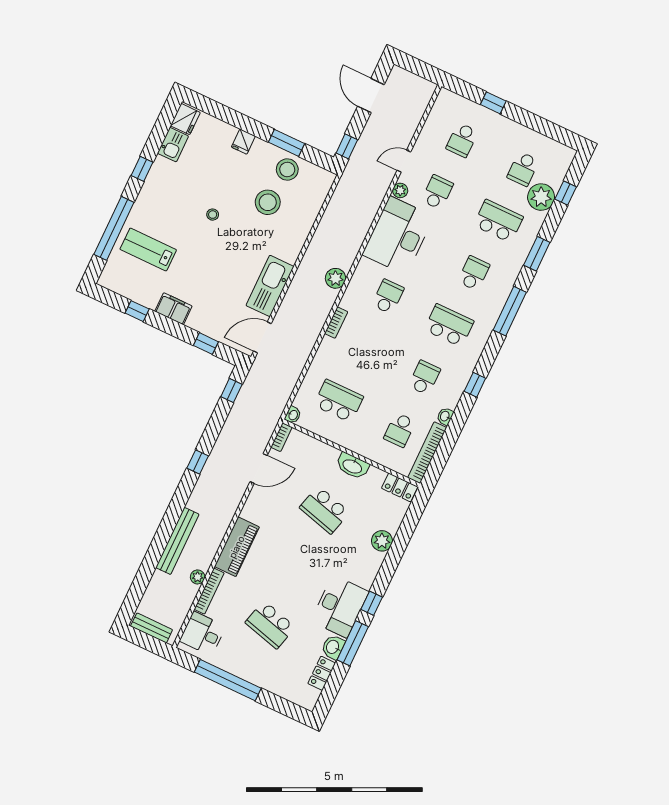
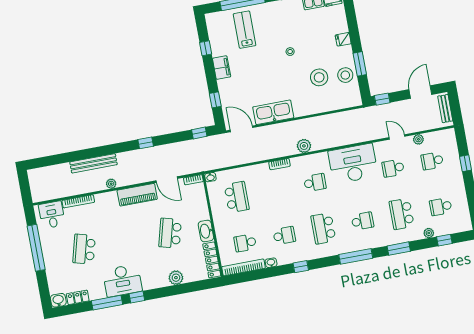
plant: (400, 190) -> (418, 139), moved
school desk: (437, 192) -> (393, 168), turned 180
plant: (541, 197) -> (429, 233), width x0.53, depth x0.53
school desk: (498, 221) -> (402, 214), turned 180
school desk: (449, 325) -> (323, 228), turned 180
locker: (400, 487) -> (212, 260), width x1.53
piano: (237, 547) -> (137, 195), moved
plant: (198, 577) -> (111, 184), moved
bench: (152, 628) -> (445, 109), moved
washbasin: (333, 647) -> (58, 300), moved

